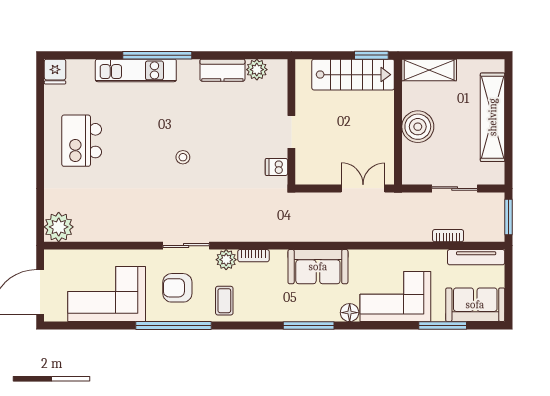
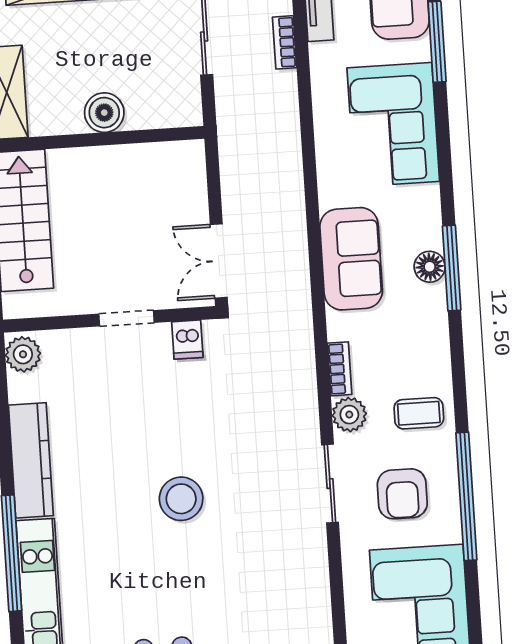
kitchen counter: (222, 70) -> (31, 460), width x1.50
plant: (257, 70) -> (23, 354), moved
boiler: (418, 127) -> (104, 113), width x0.73, depth x0.73
stool: (183, 157) -> (181, 499), width x1.89, depth x1.89
double door: (363, 188) -> (219, 261), moved
floor lamp: (350, 313) -> (430, 267), moved

